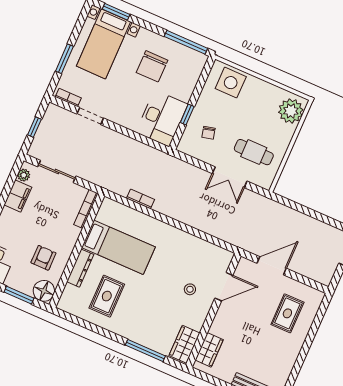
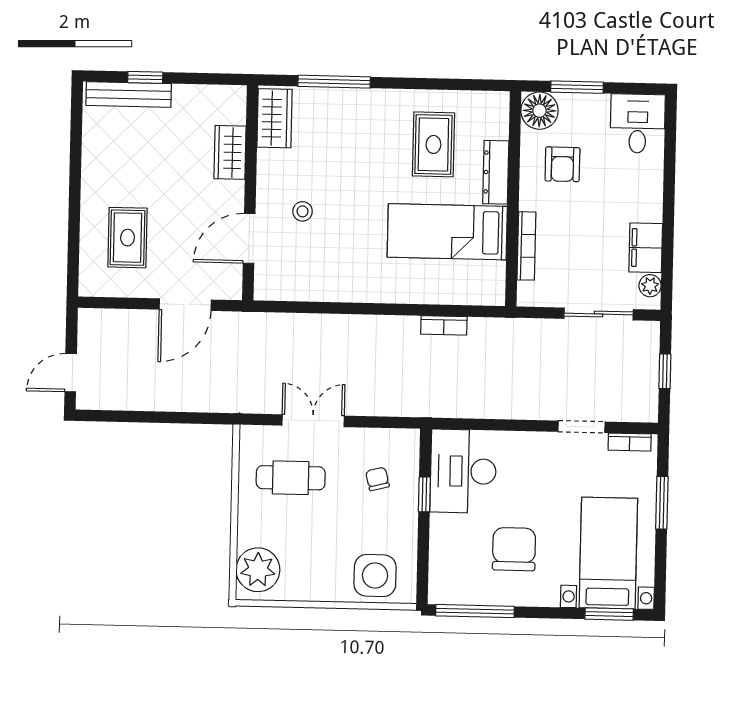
bookcase: (86, 209) -> (526, 246), moved
wardrobe: (209, 350) -> (230, 152), moved

